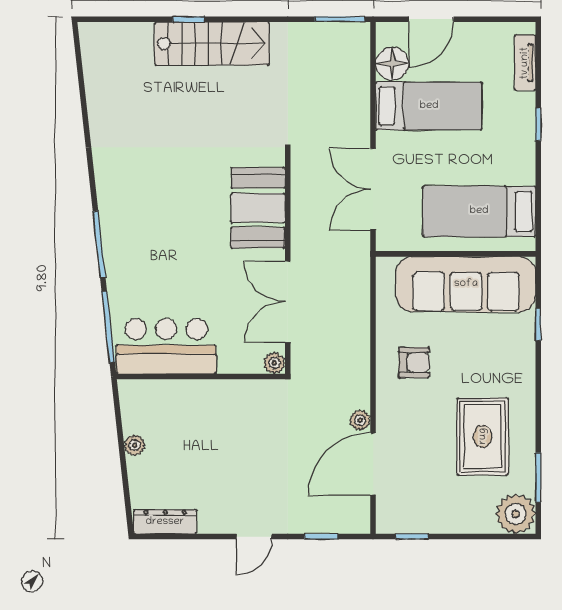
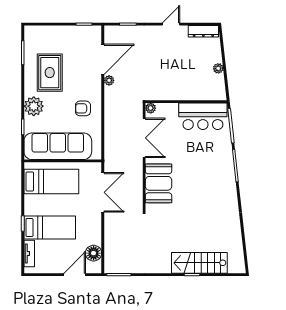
stairs: (212, 44) -> (199, 263), moved
bed: (429, 106) -> (50, 227), moved, turned 180
plant: (516, 514) -> (34, 106), moved
door: (254, 537) -> (171, 24), moved

